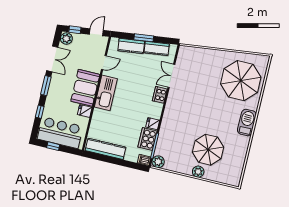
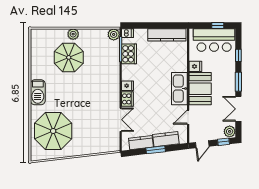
fridge: (153, 124) -> (128, 86), moved

